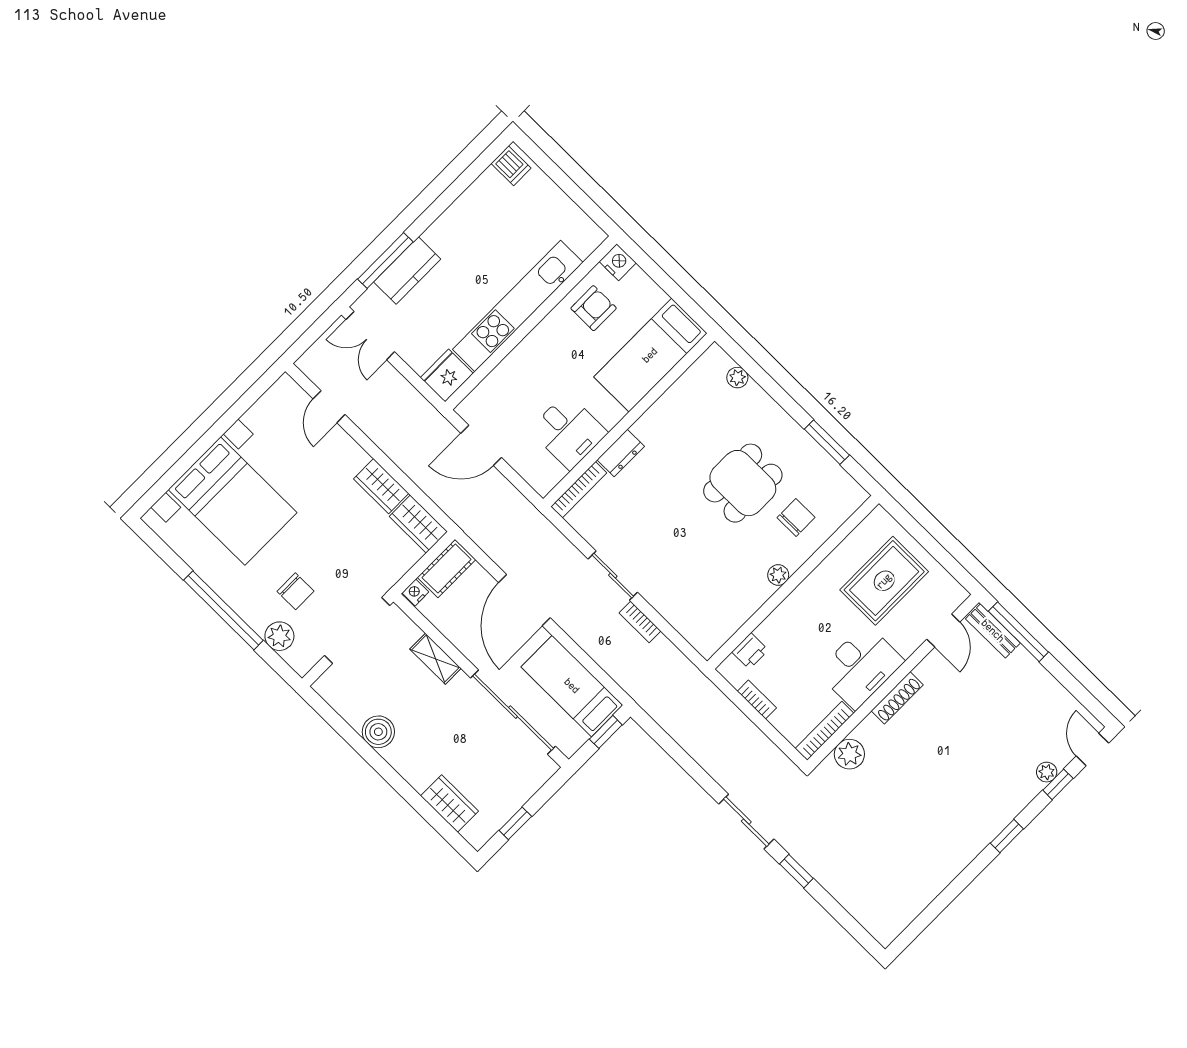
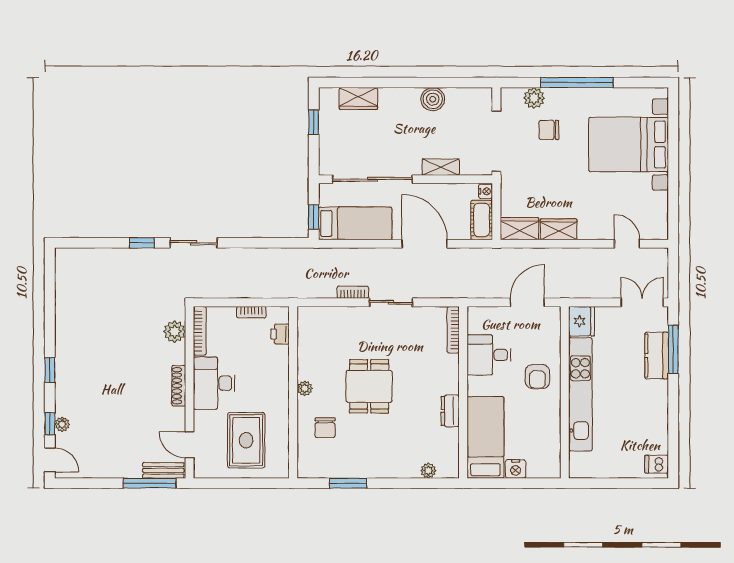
nightstand: (618, 262) -> (516, 469), moved
armchair: (594, 308) -> (537, 377), moved
dresser: (621, 453) -> (450, 411), moved
dining table: (743, 483) -> (369, 386), moved

